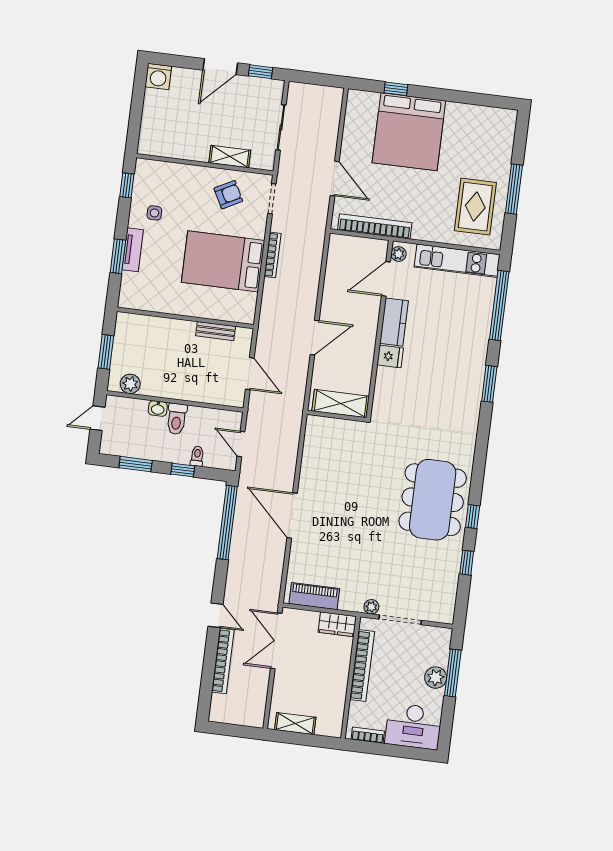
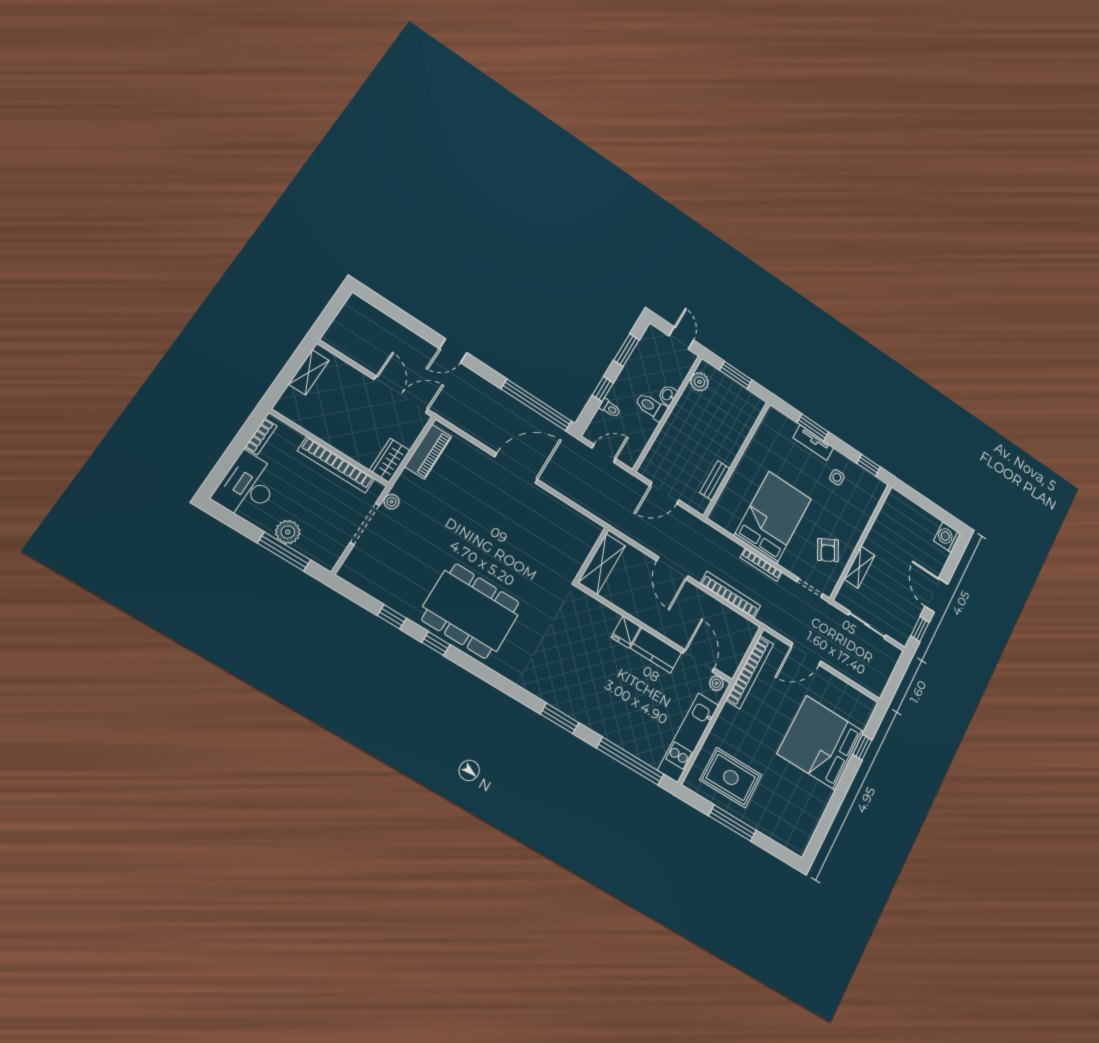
bookcase: (223, 661) -> (730, 595), moved, turned 180

